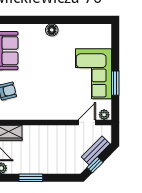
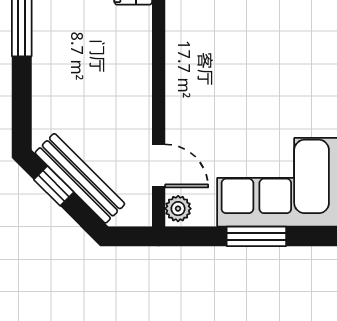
bench: (96, 150) -> (80, 178), width x1.36

